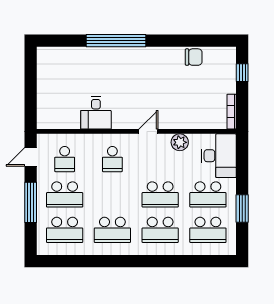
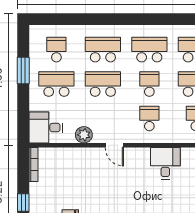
door: (148, 131) -> (114, 145), hinge flipped
desk: (219, 156) -> (46, 128), width x0.73
school desk: (112, 194) -> (149, 84), added
school desk: (208, 230) -> (56, 50), width x0.54

